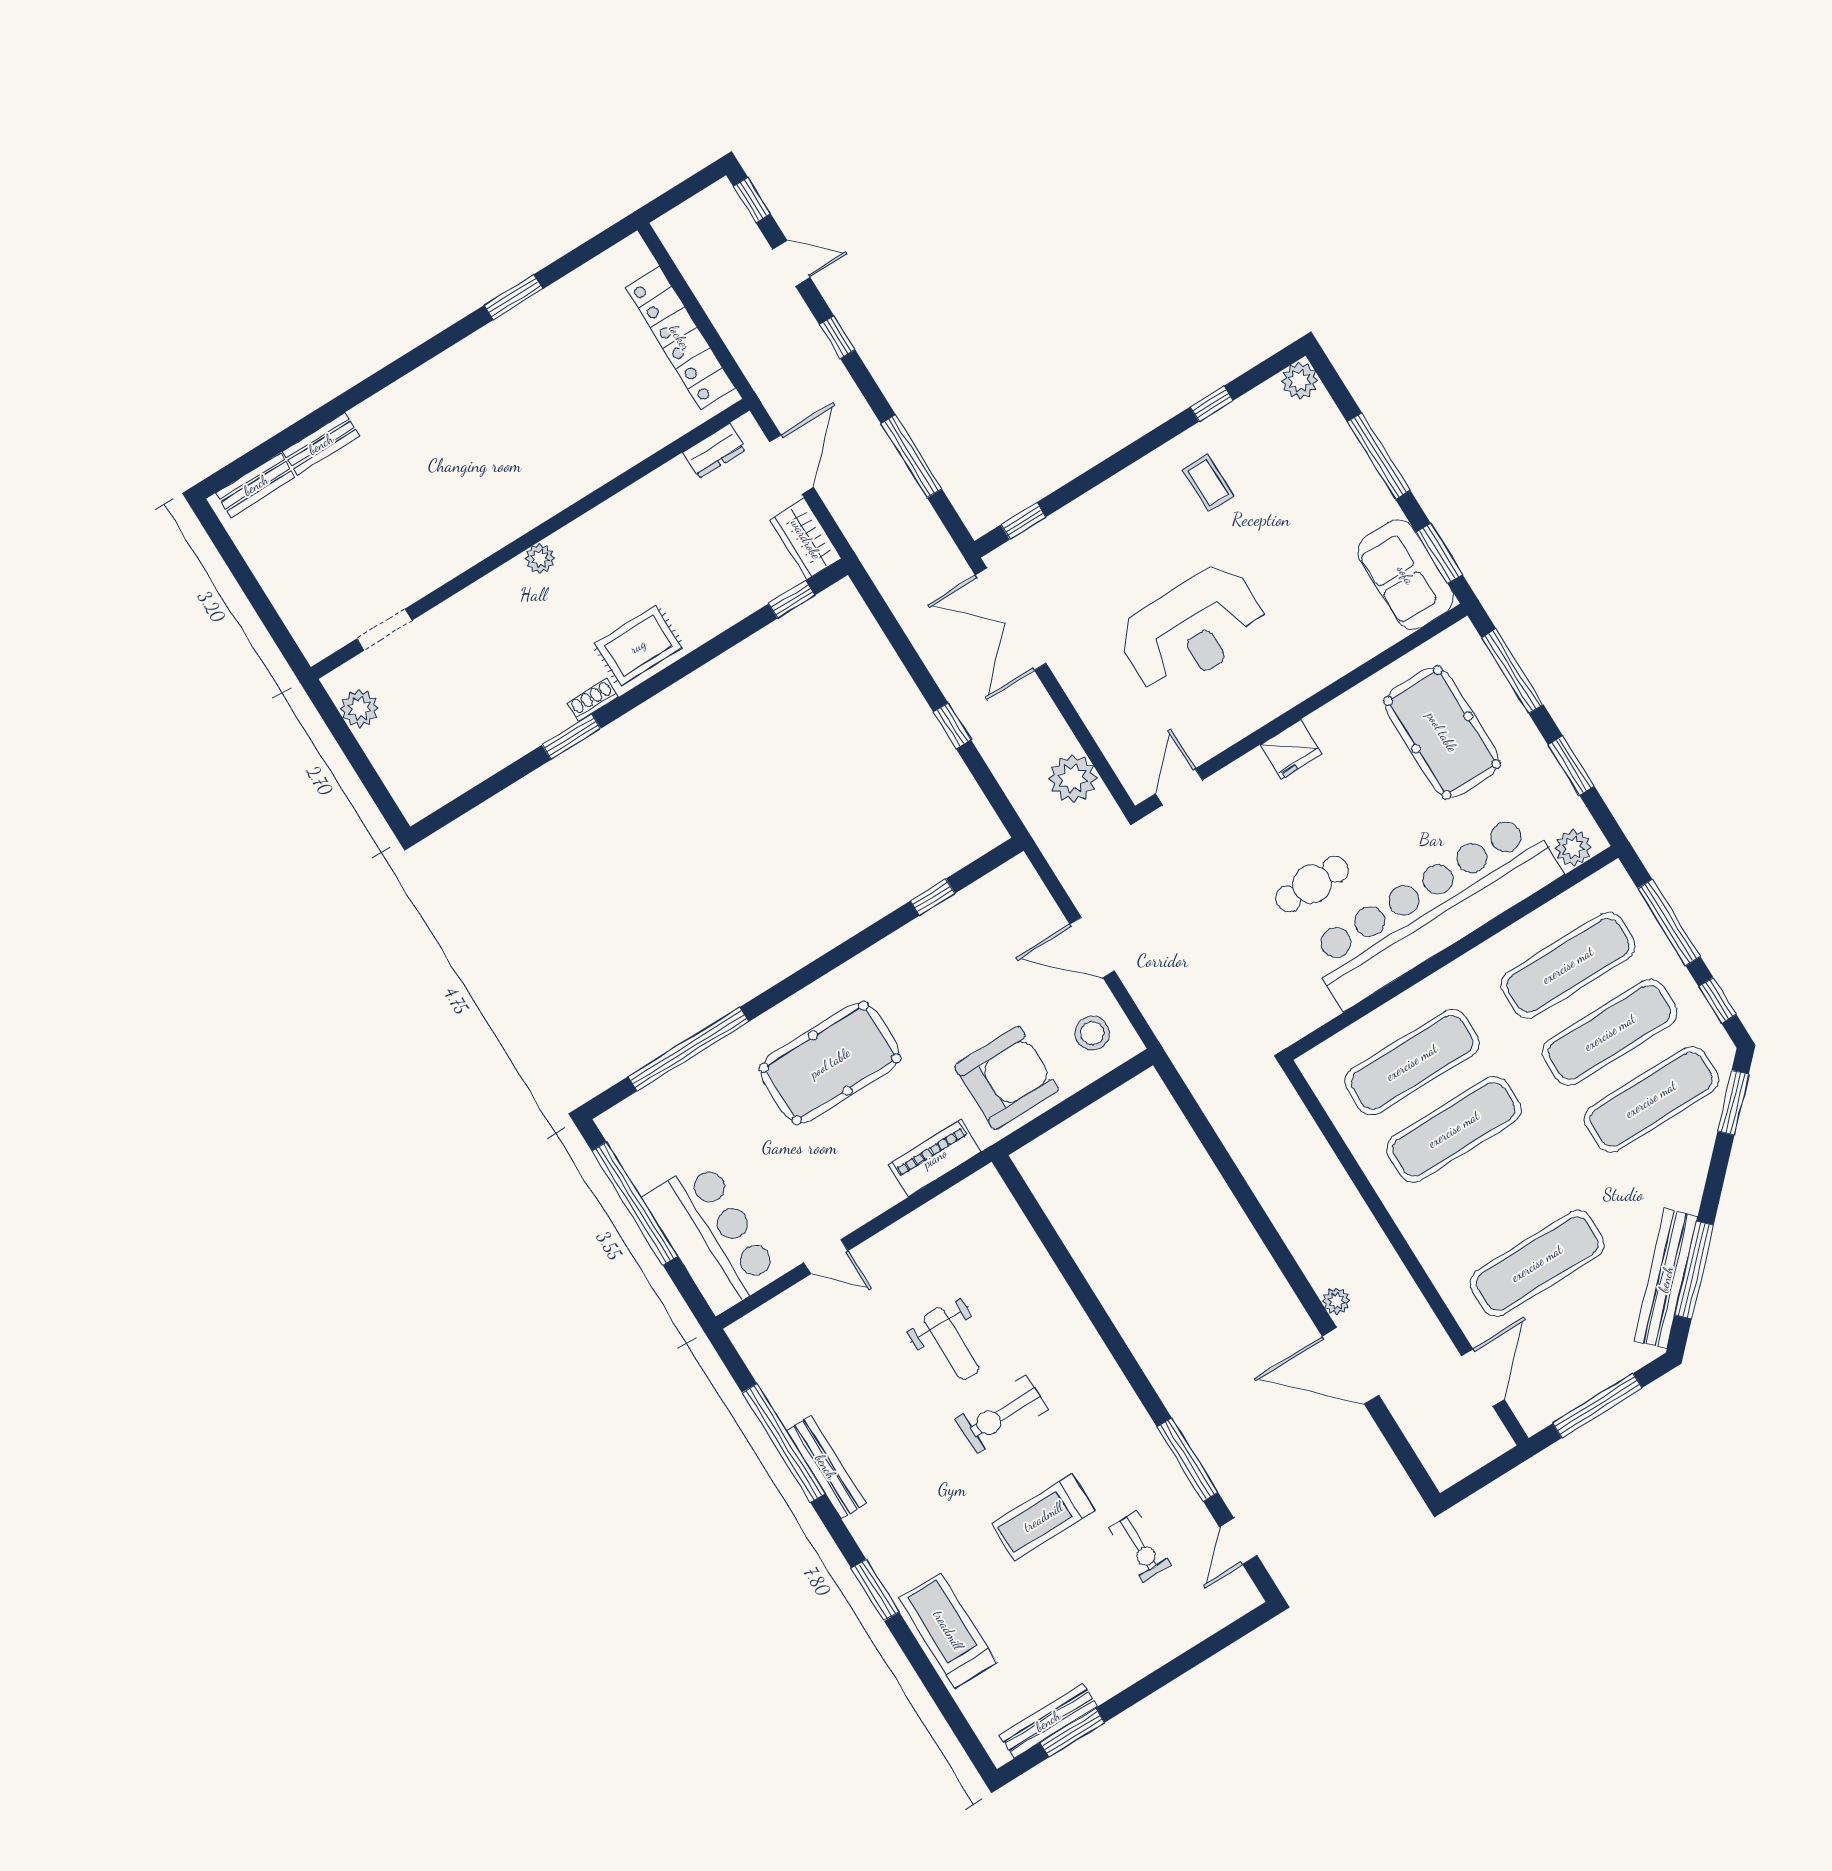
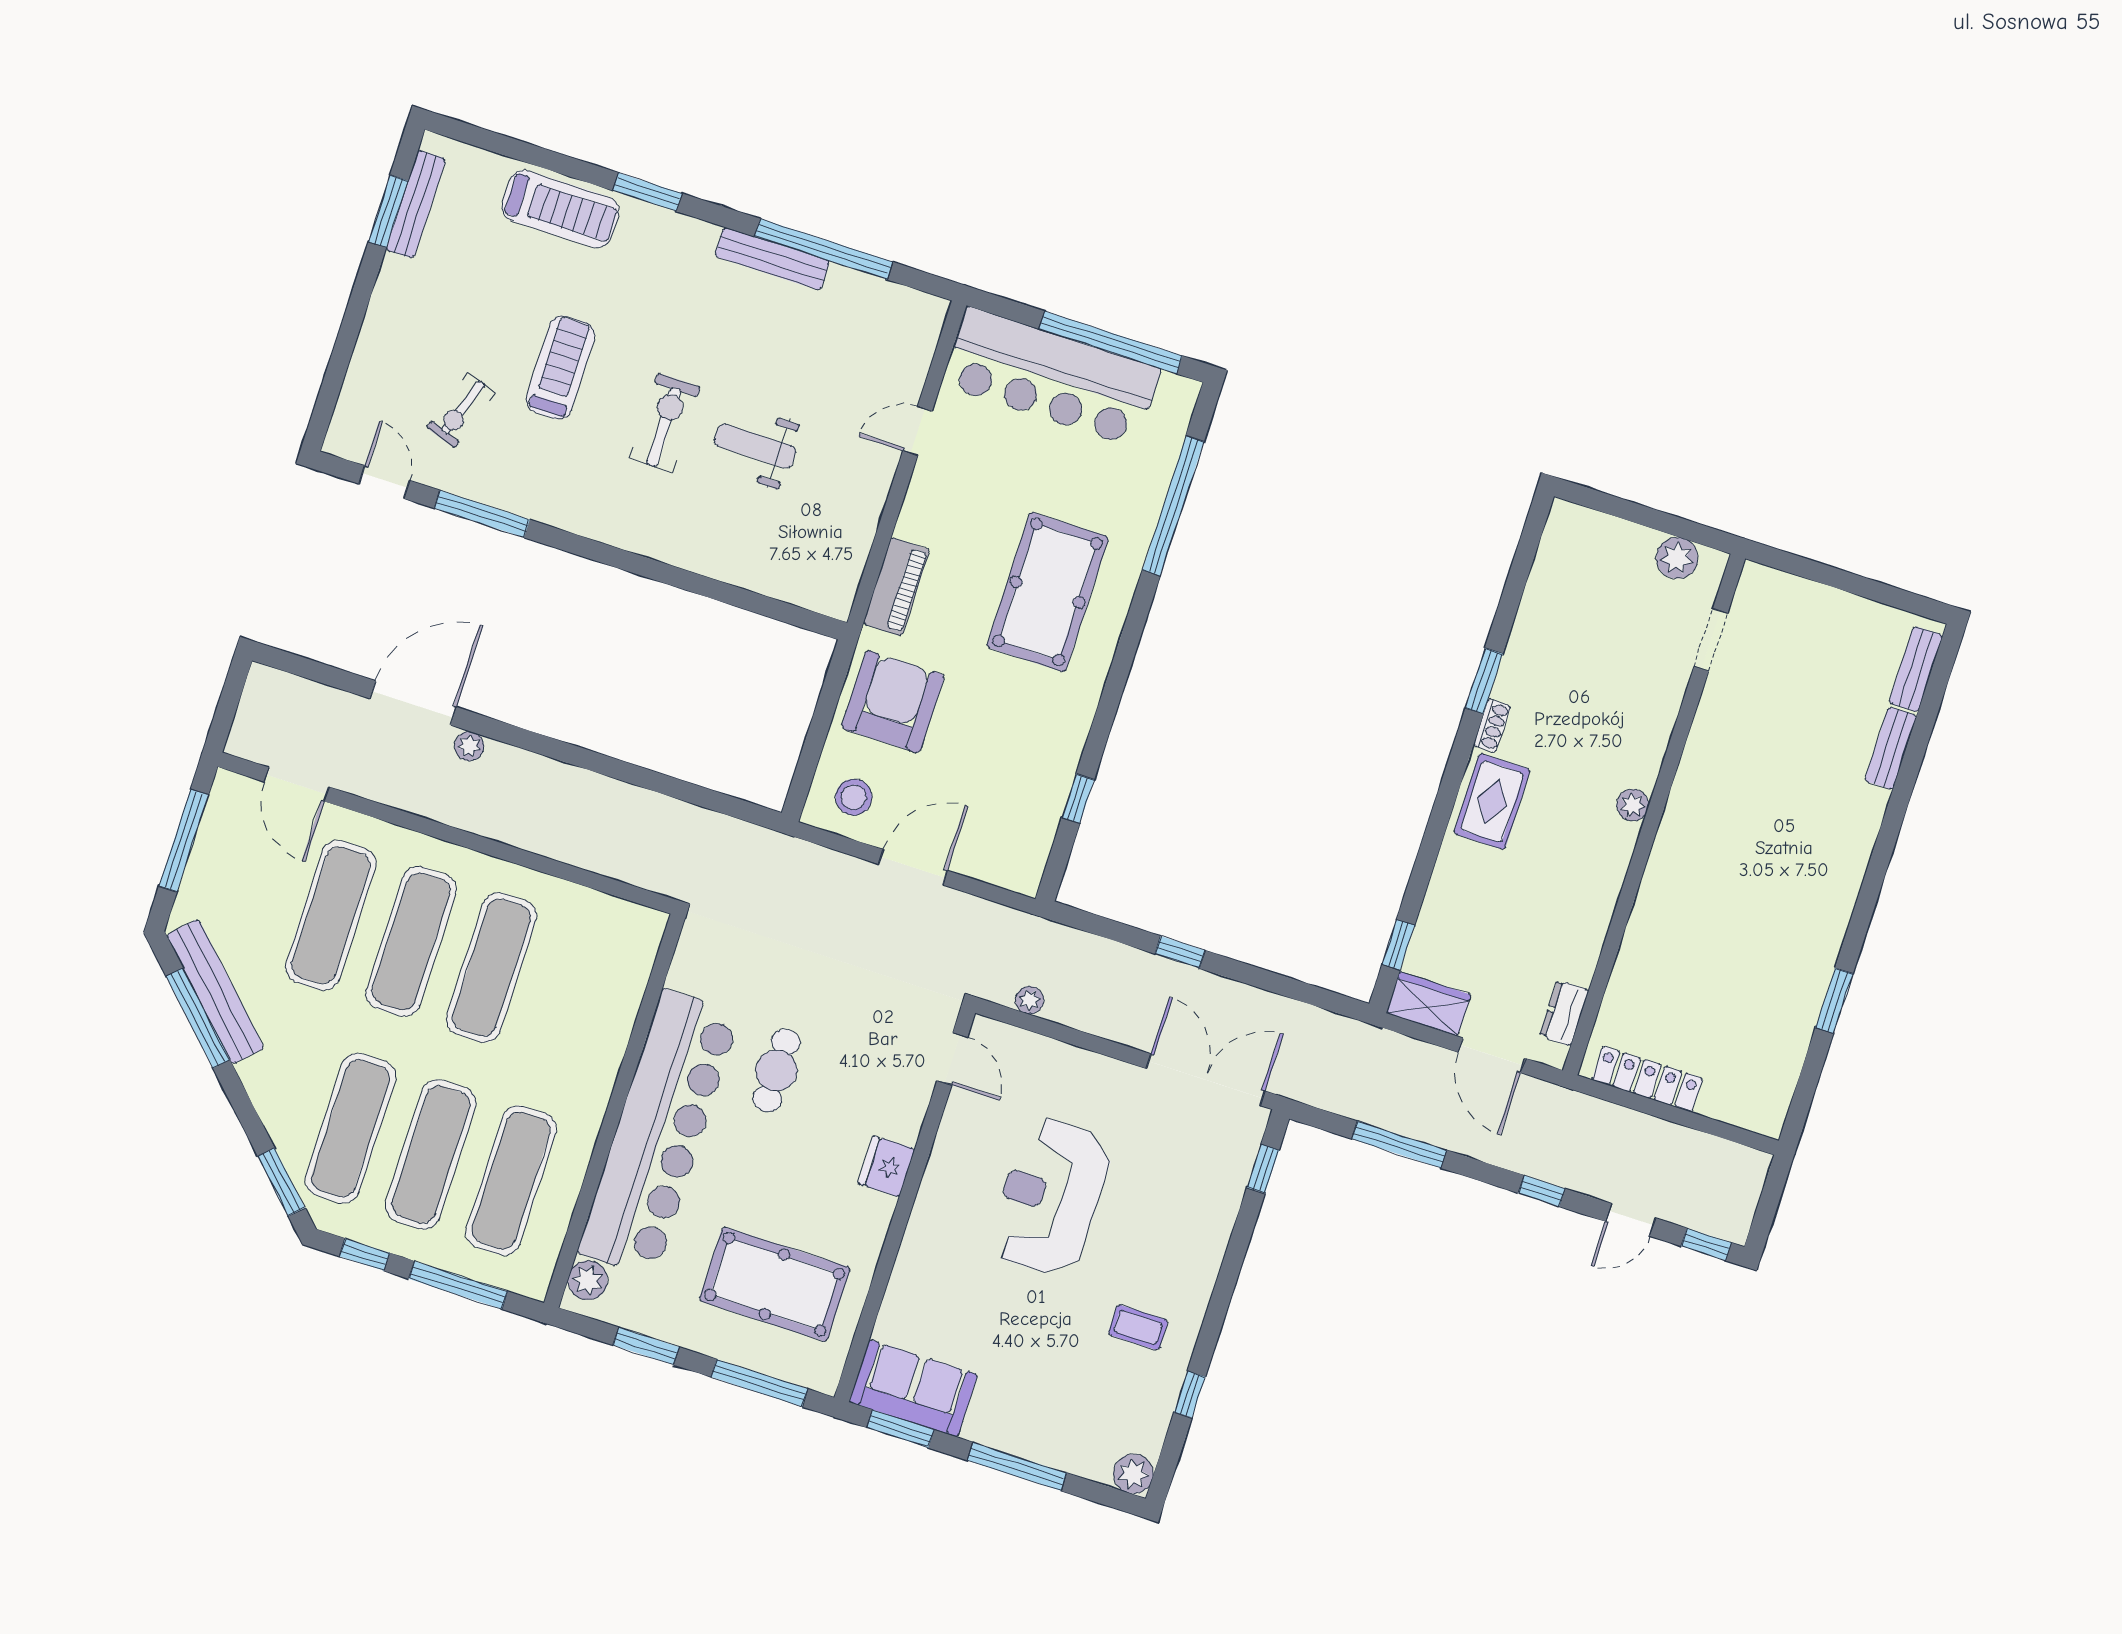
locker: (680, 338) -> (1647, 1079), width x0.71, depth x0.83
plant: (1073, 778) -> (1030, 1000), width x0.53, depth x0.53
exercise mat: (1412, 1062) -> (411, 941), moved
armchair: (1007, 1078) -> (893, 702), turned 180
bar counter: (712, 1236) -> (1051, 377), width x1.36
exercise bike: (1140, 1546) -> (461, 410), turned -71

